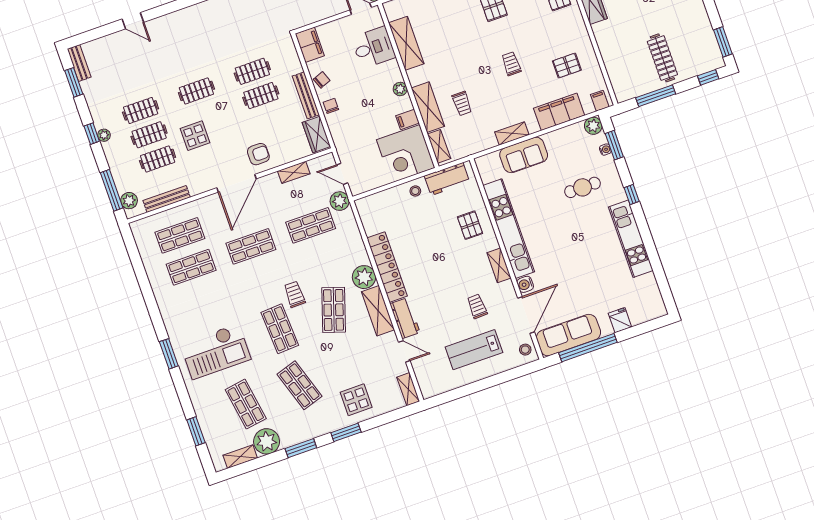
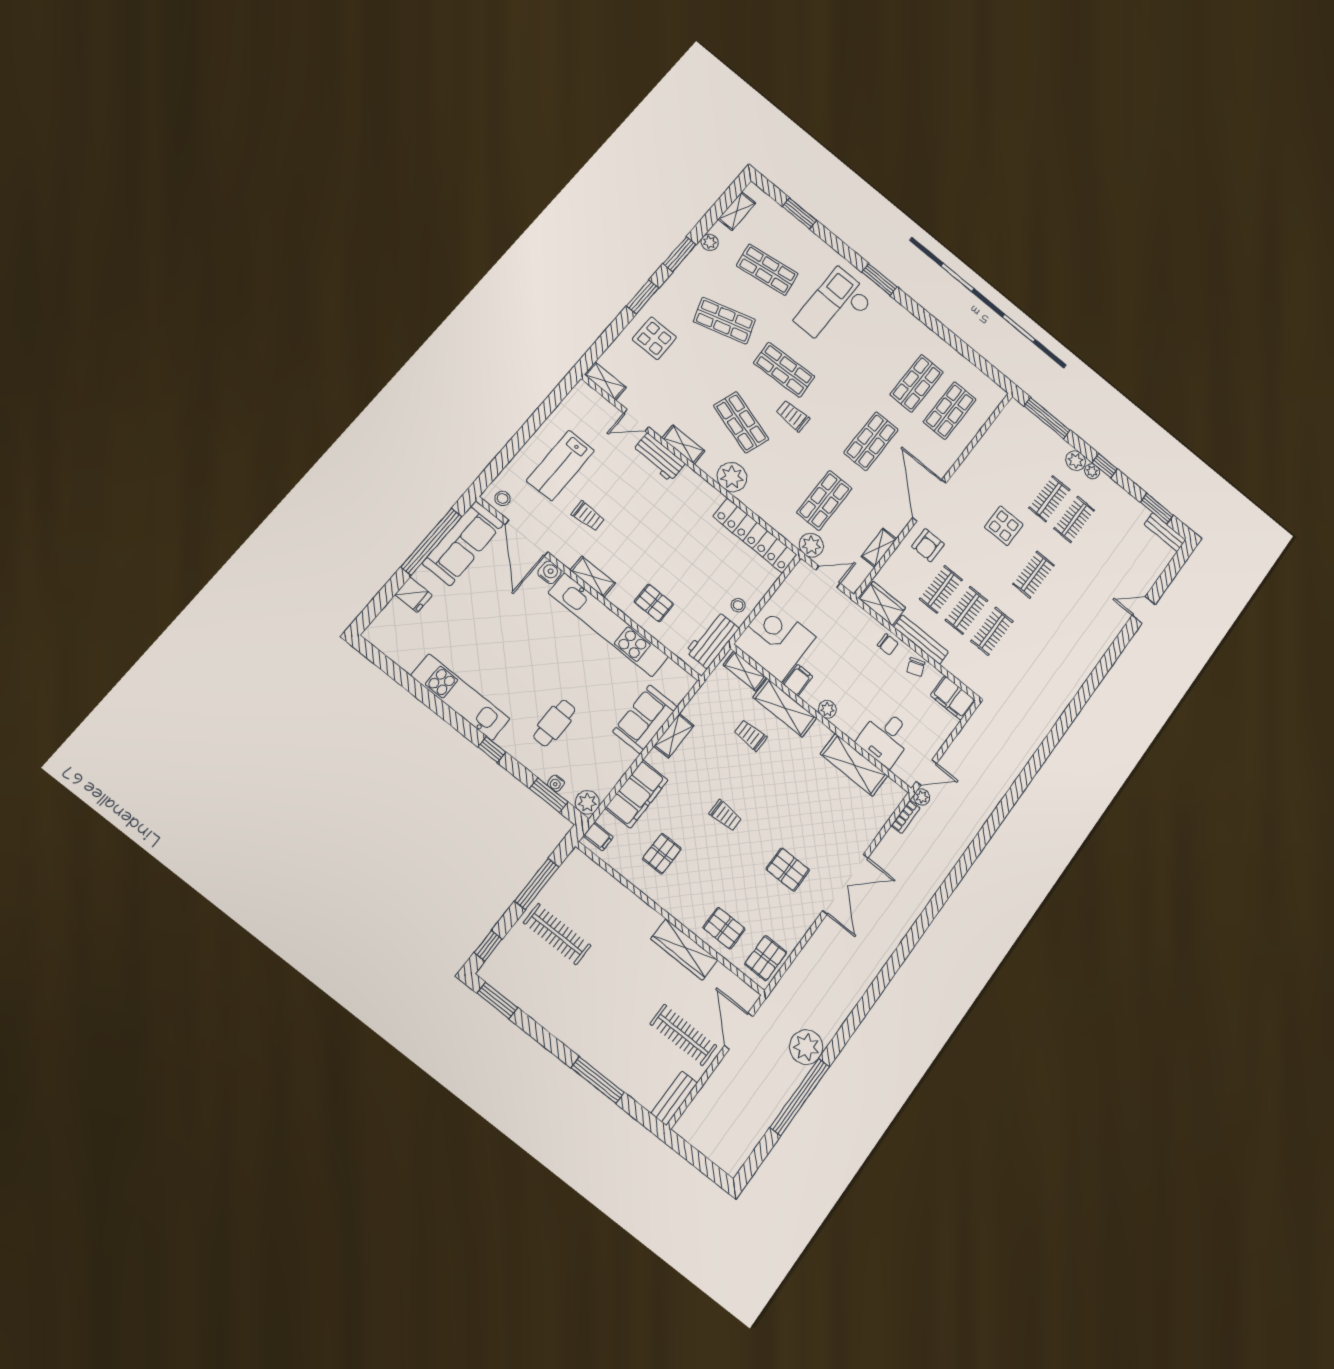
clothes rail: (158, 159) -> (941, 589), moved
bench: (167, 199) -> (988, 441), removed
plant: (129, 201) -> (1076, 461), moved
locker: (387, 267) -> (755, 536), moved
trolley: (295, 294) -> (793, 416), turned 180
shelving: (378, 311) -> (683, 444), width x0.67, depth x0.75
lab bench: (474, 350) -> (560, 466), turned 180
plant: (267, 441) -> (710, 242), width x0.53, depth x0.53

